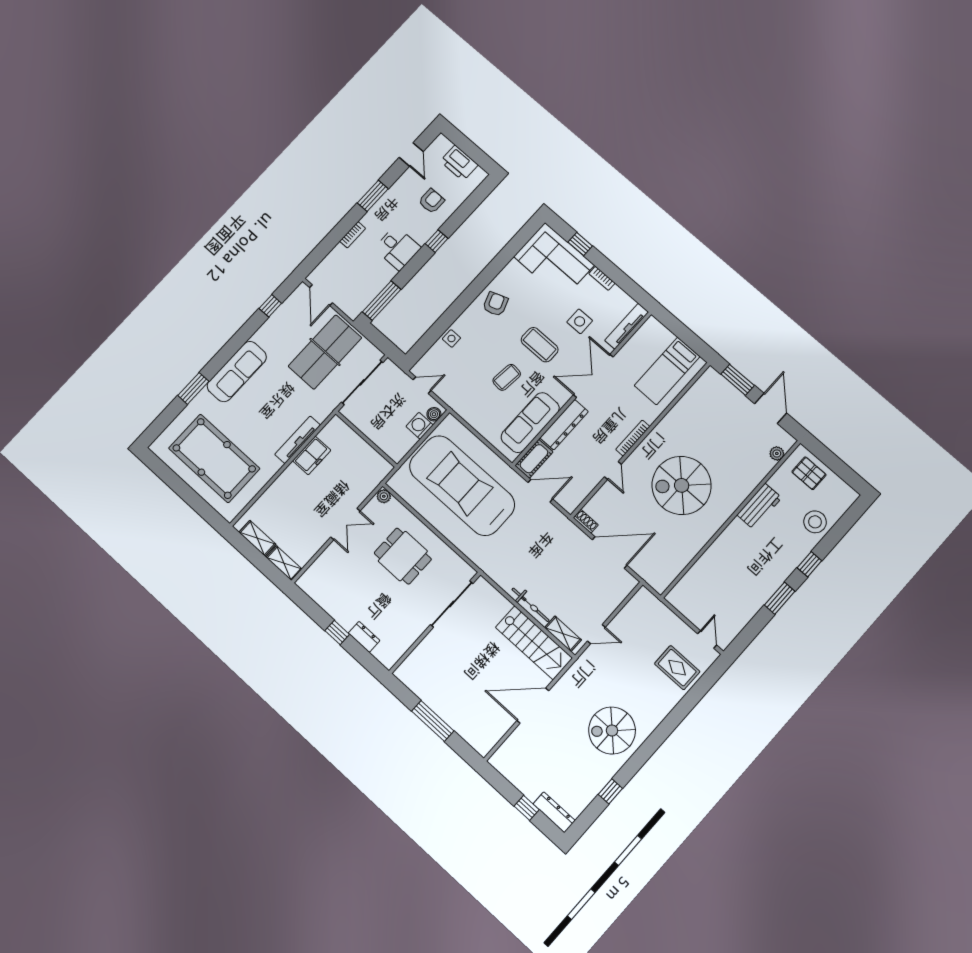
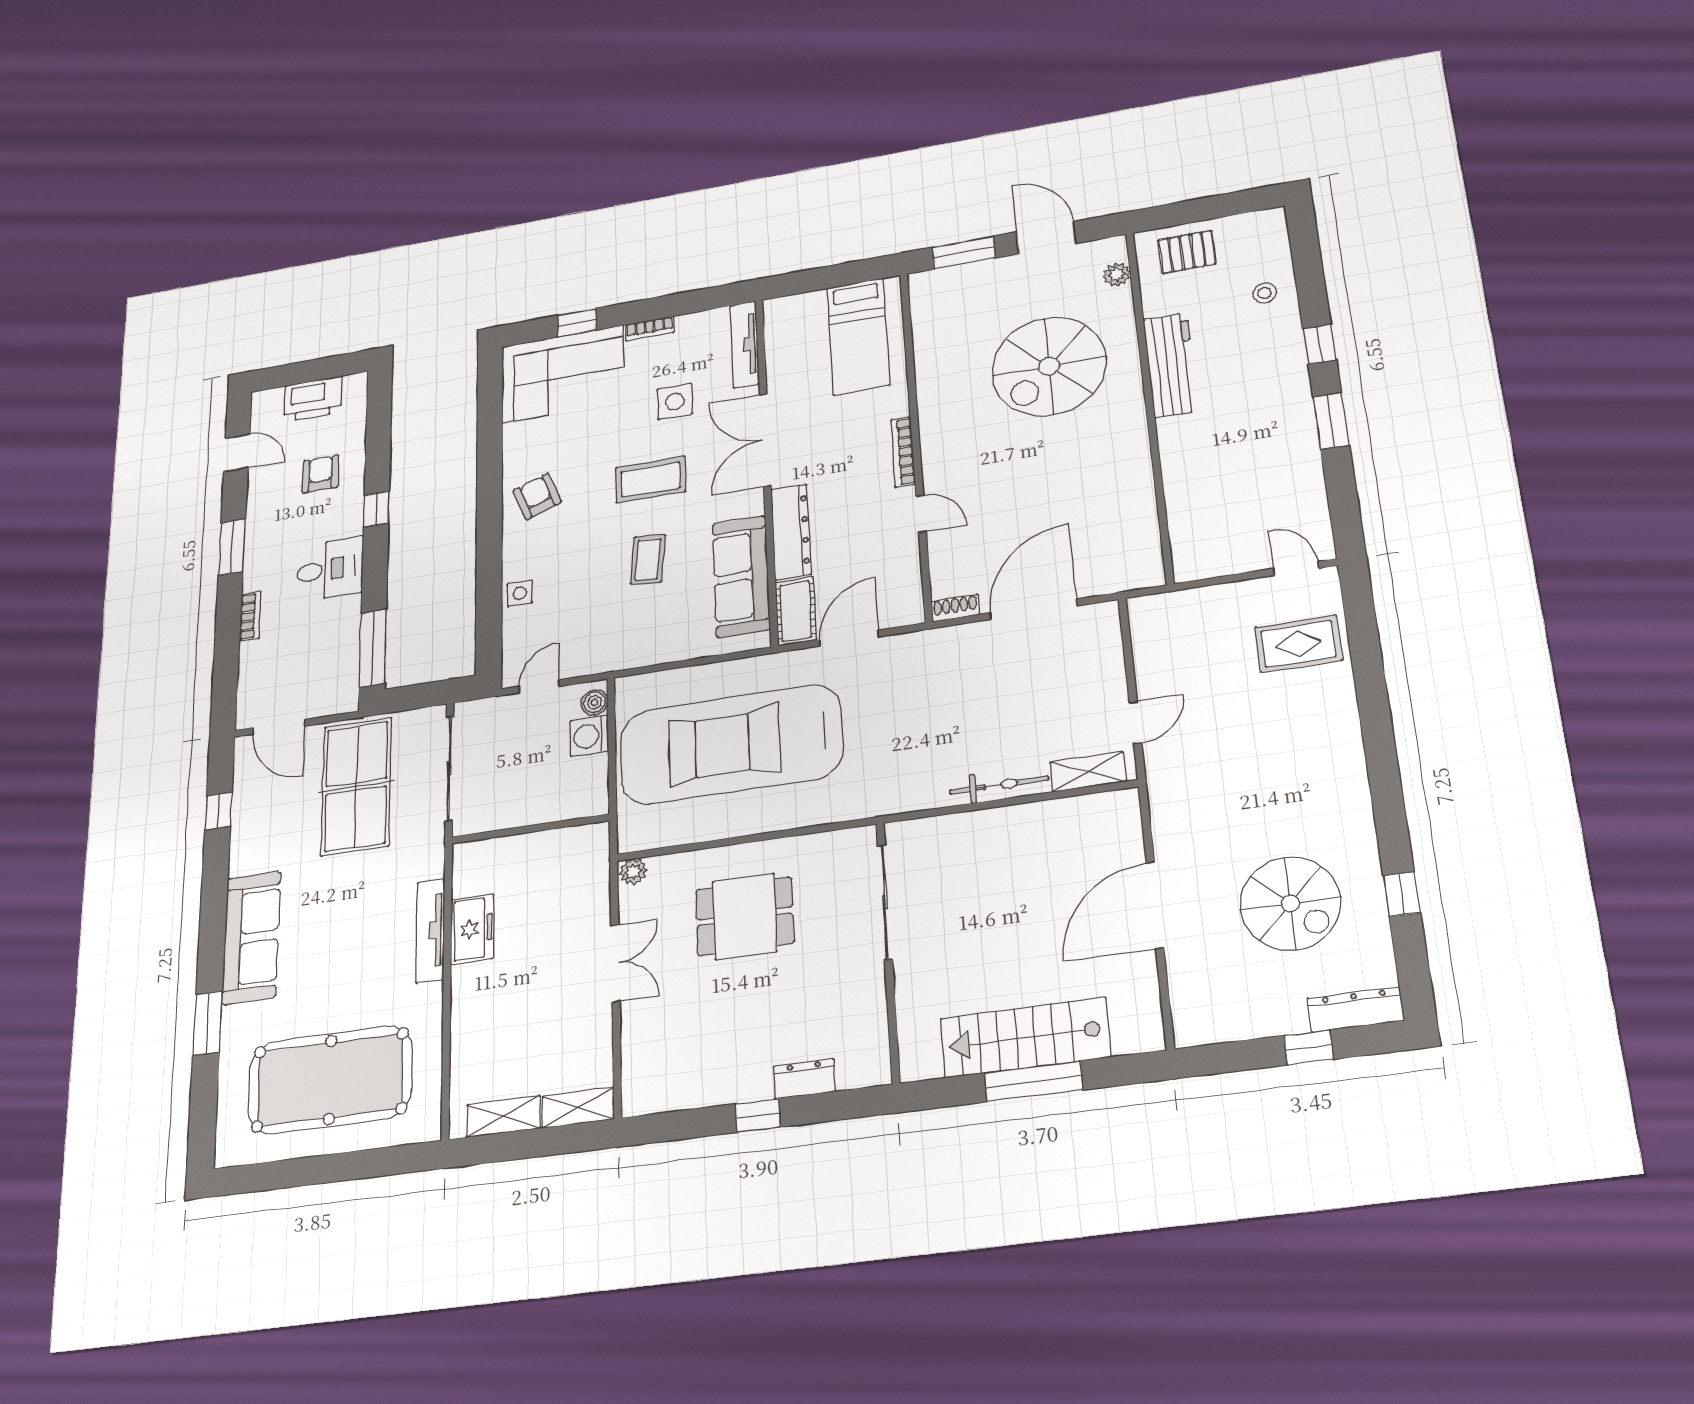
spiral stairs: (682, 485) -> (1049, 366), moved
workbench: (759, 506) -> (1171, 365), width x1.38
stool: (815, 522) -> (1265, 293), width x0.53, depth x0.53
stairs: (534, 643) -> (1025, 1037), moved, turned 180
spiral stairs: (612, 731) -> (1290, 903), moved, turned -90

